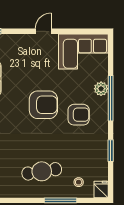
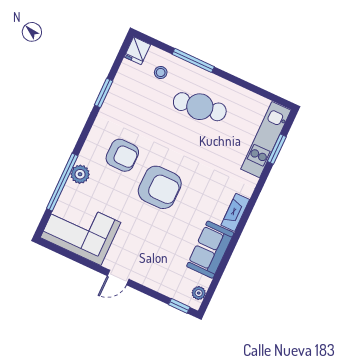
window: (111, 98) -> (62, 182), moved
armchair: (43, 105) -> (160, 187), turned 180
armchair: (79, 115) -> (122, 155), turned 180

